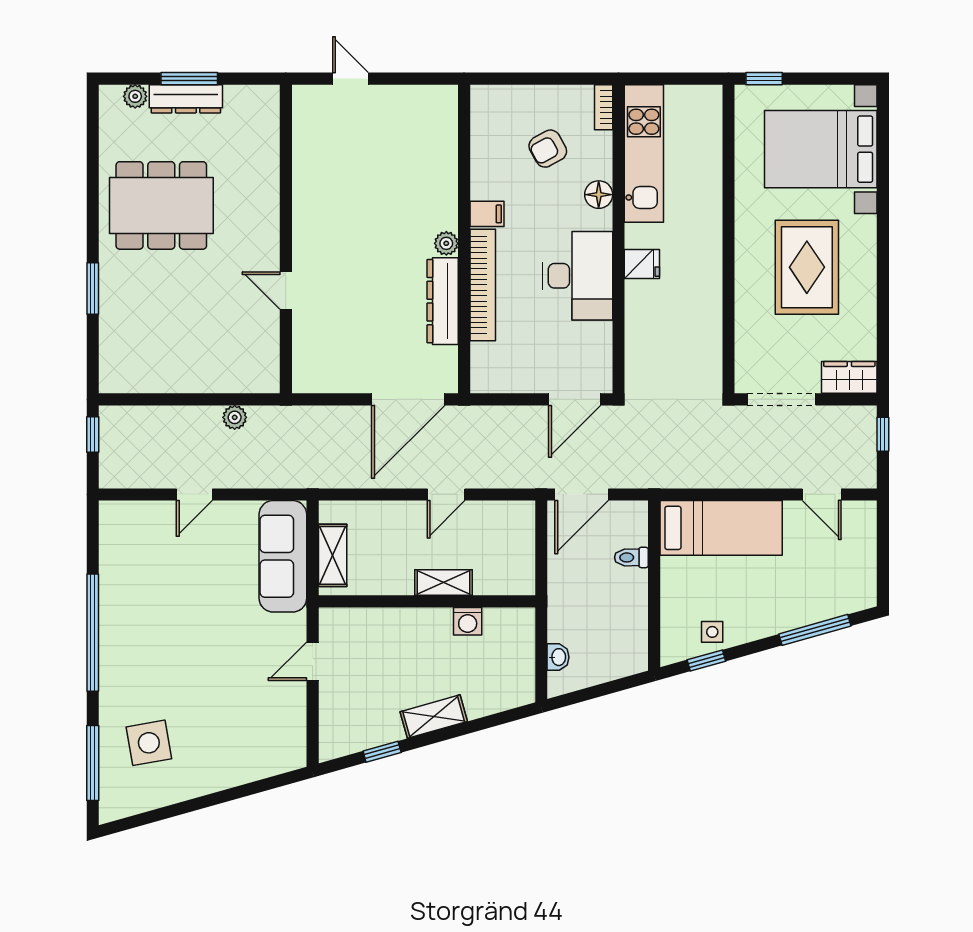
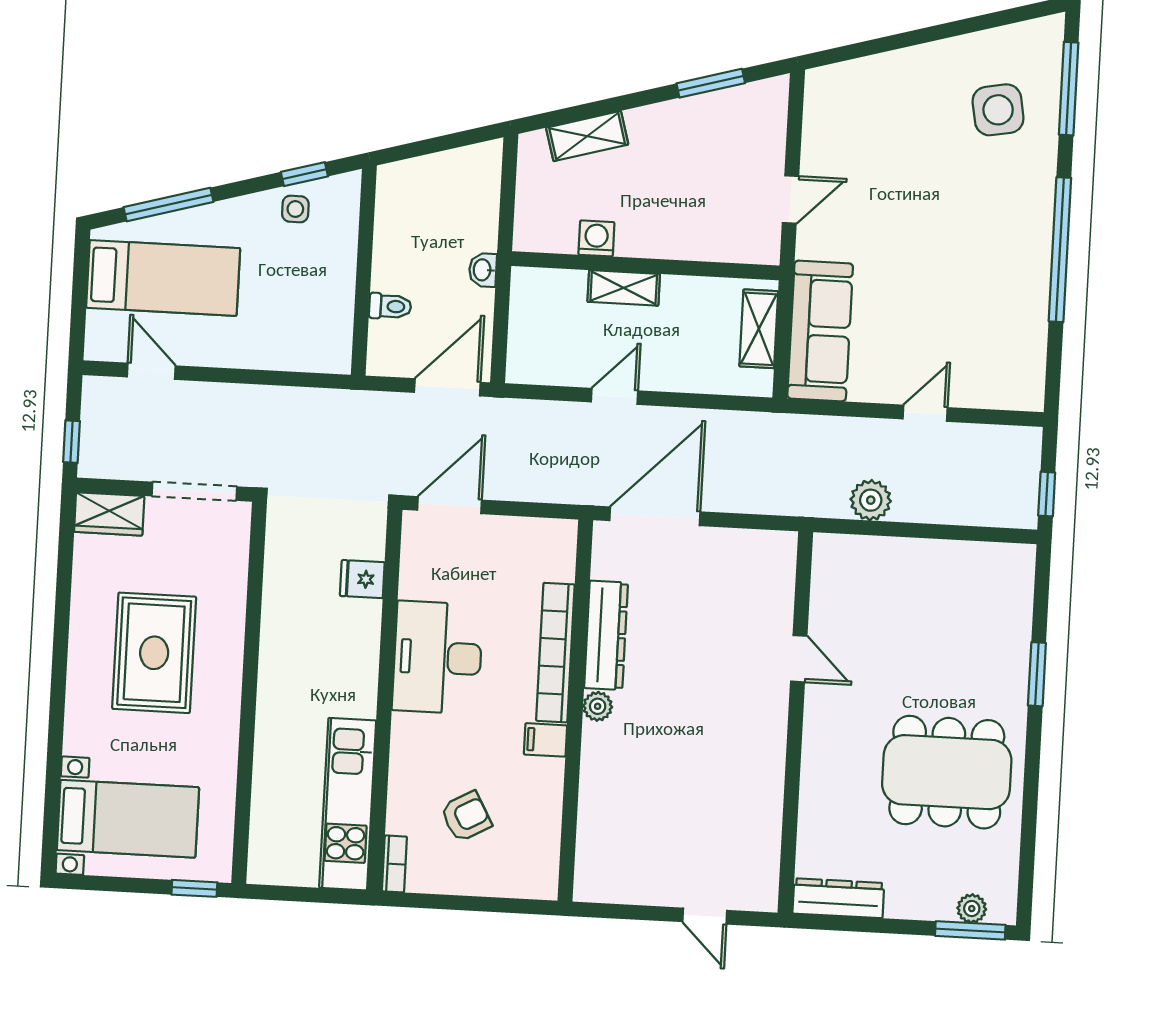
window: (189, 79) -> (970, 930), moved
dresser: (186, 99) -> (838, 898), moved
bed with nightstands: (821, 149) -> (128, 819), width x0.73
floor lamp: (599, 195) -> (406, 756), removed
fridge: (642, 264) -> (362, 579), moved
plant: (235, 417) -> (871, 500), width x1.38, depth x1.38
bed: (721, 528) -> (163, 278), moved, turned 180
washbasin: (558, 657) -> (483, 270), moved
shelving: (434, 717) -> (587, 136), moved
window: (382, 752) -> (711, 83), width x1.50

